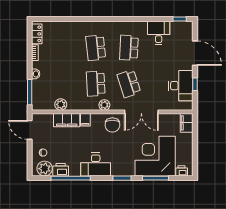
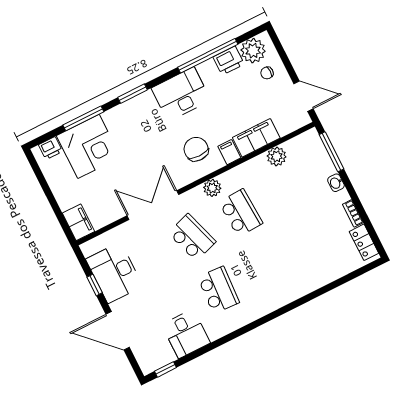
school desk: (96, 48) -> (267, 265), removed
chair: (112, 125) -> (196, 149), moved
corner desk: (155, 156) -> (89, 146), width x0.74, depth x0.74

